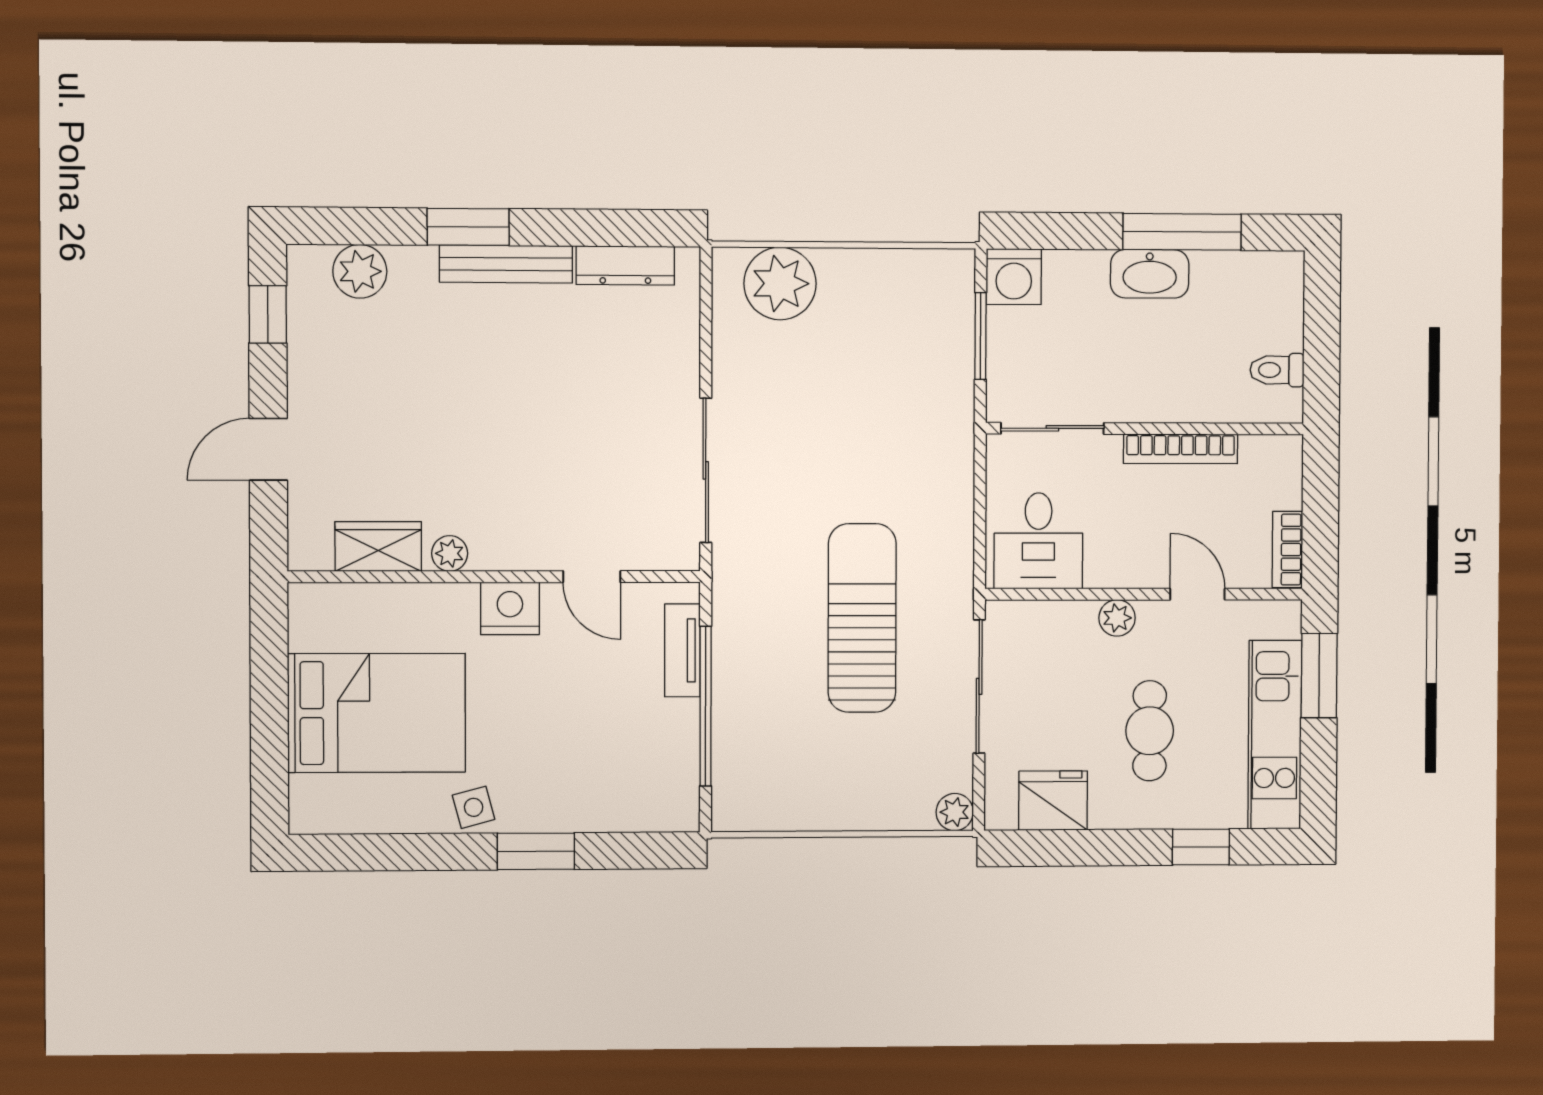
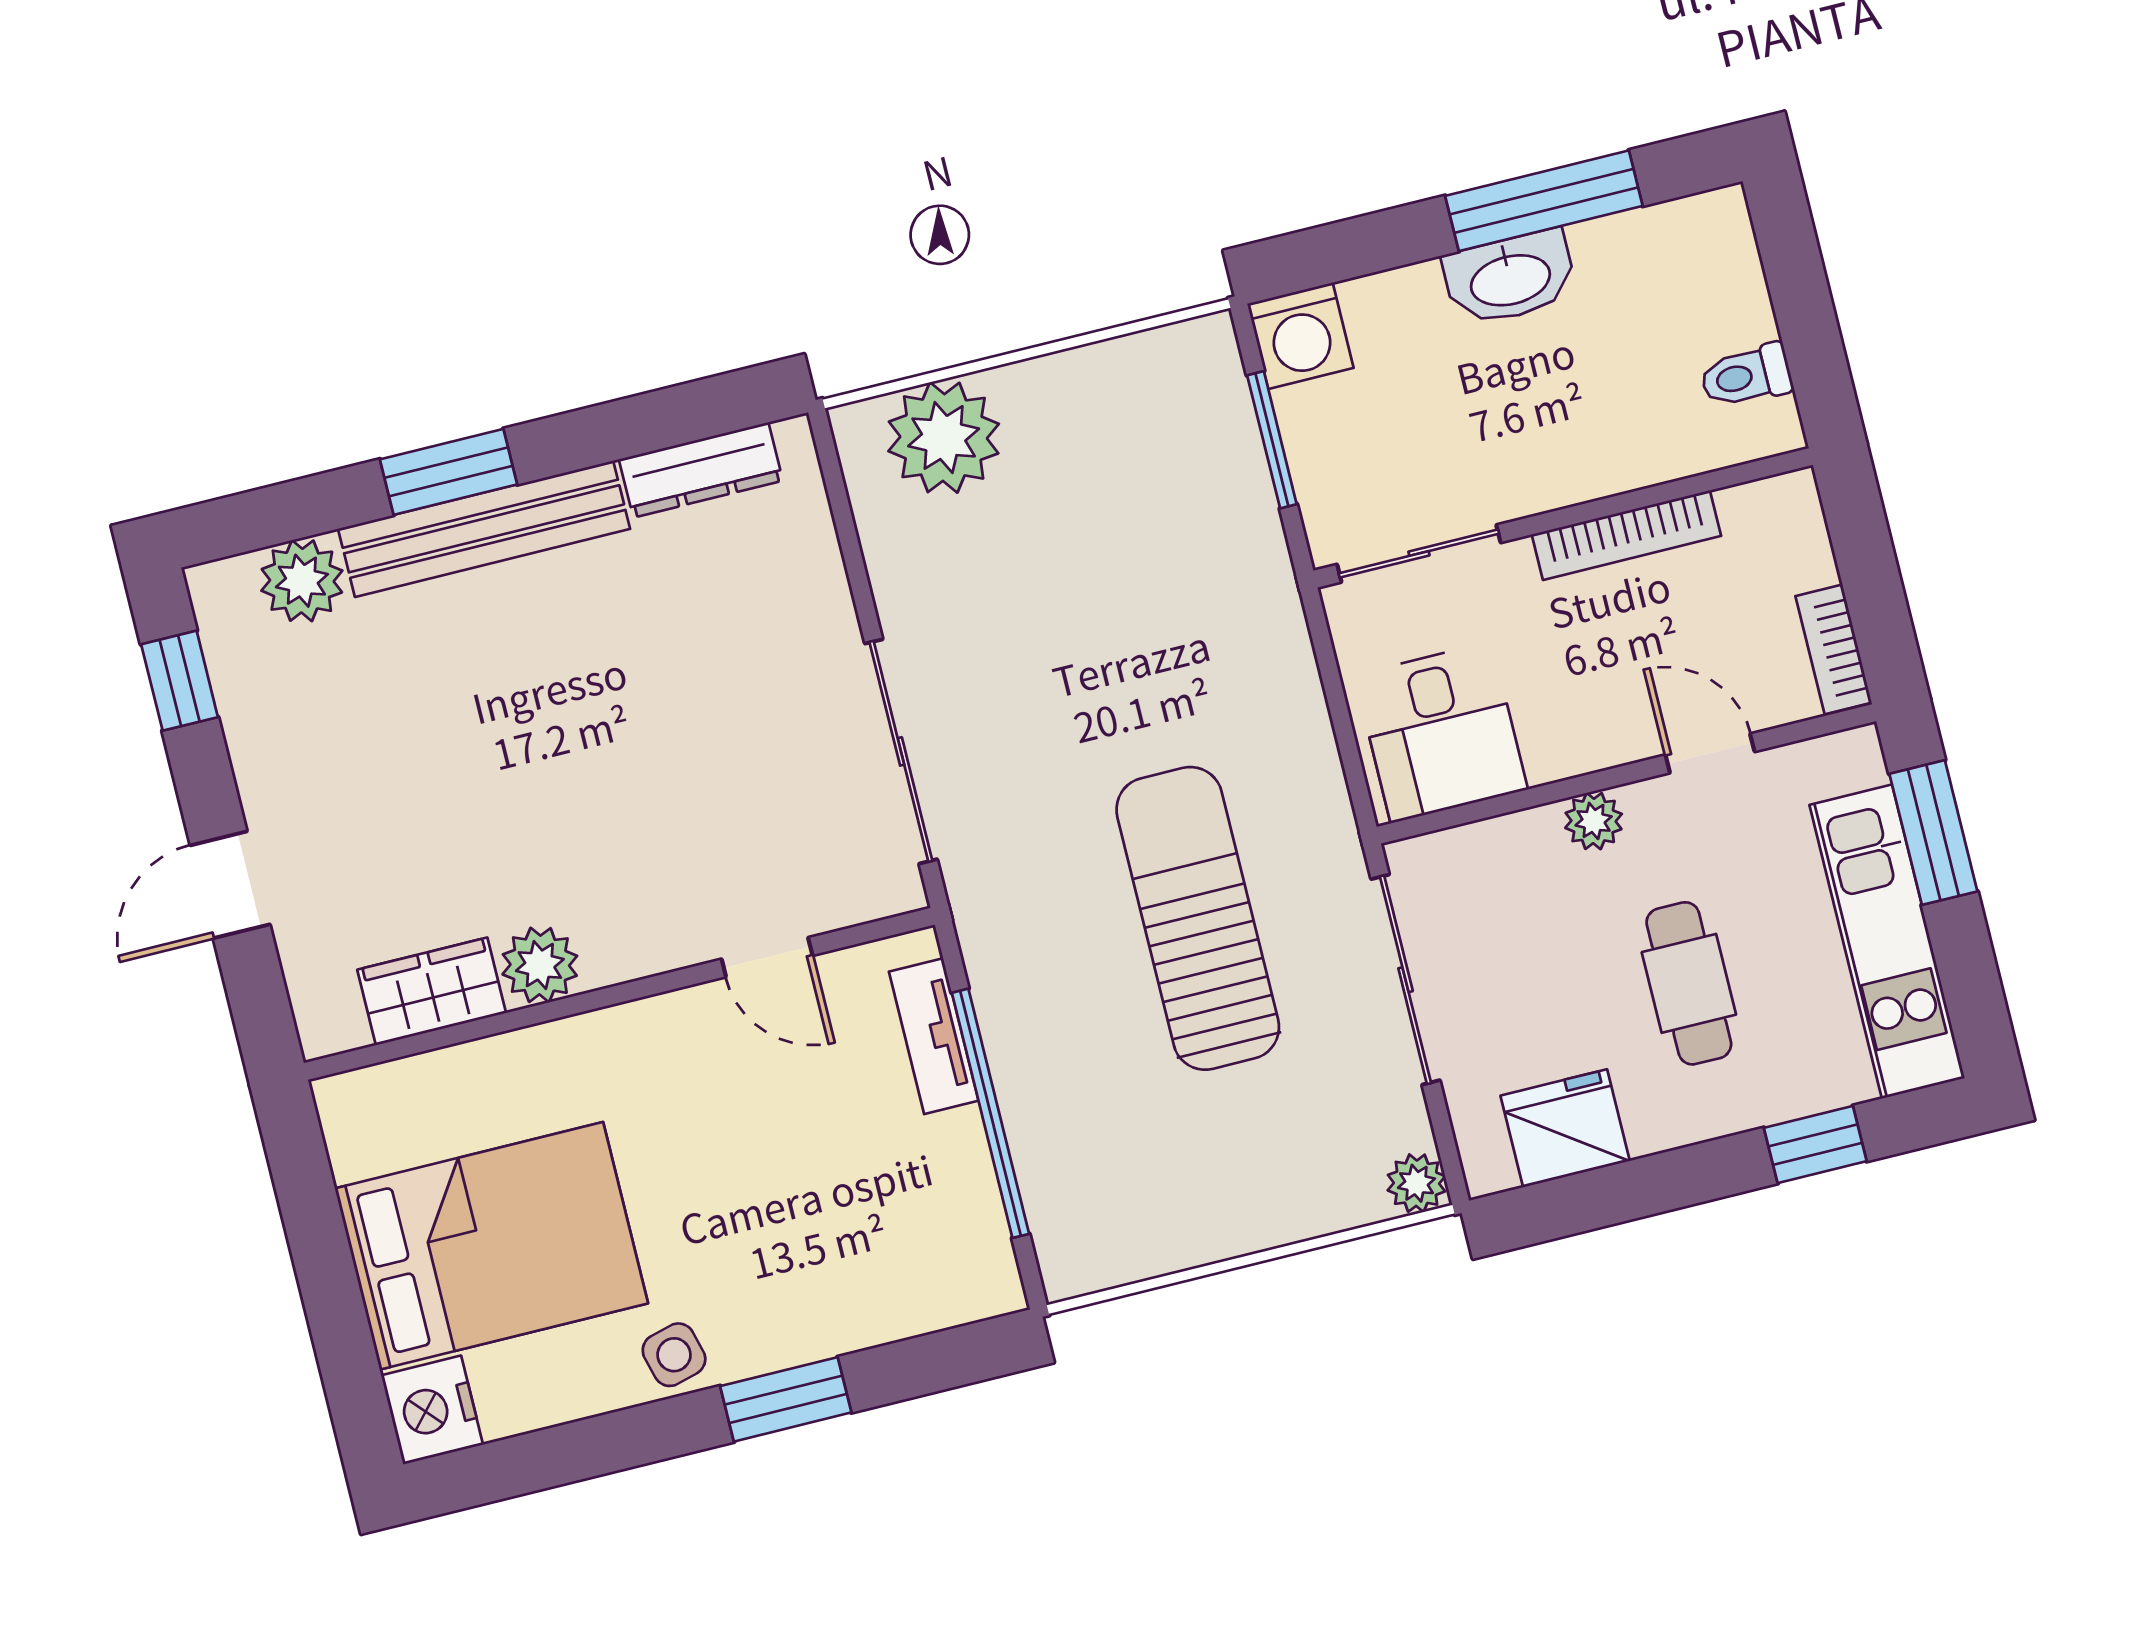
bench: (506, 264) -> (484, 529), width x1.37, depth x1.21
plant: (450, 553) -> (540, 965), width x1.38, depth x1.38
nightstand: (510, 608) -> (432, 1410), moved, turned -90

